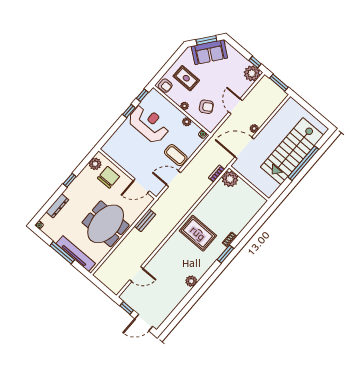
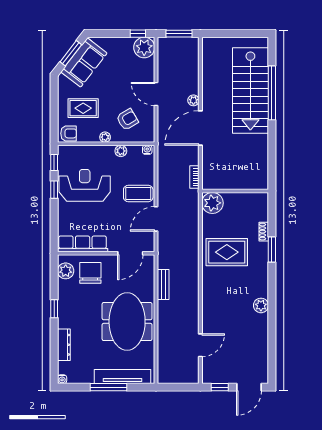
row of seats: (118, 157) -> (83, 244), added
plant: (230, 179) -> (212, 203), moved
wall: (249, 183) -> (235, 191), moved

